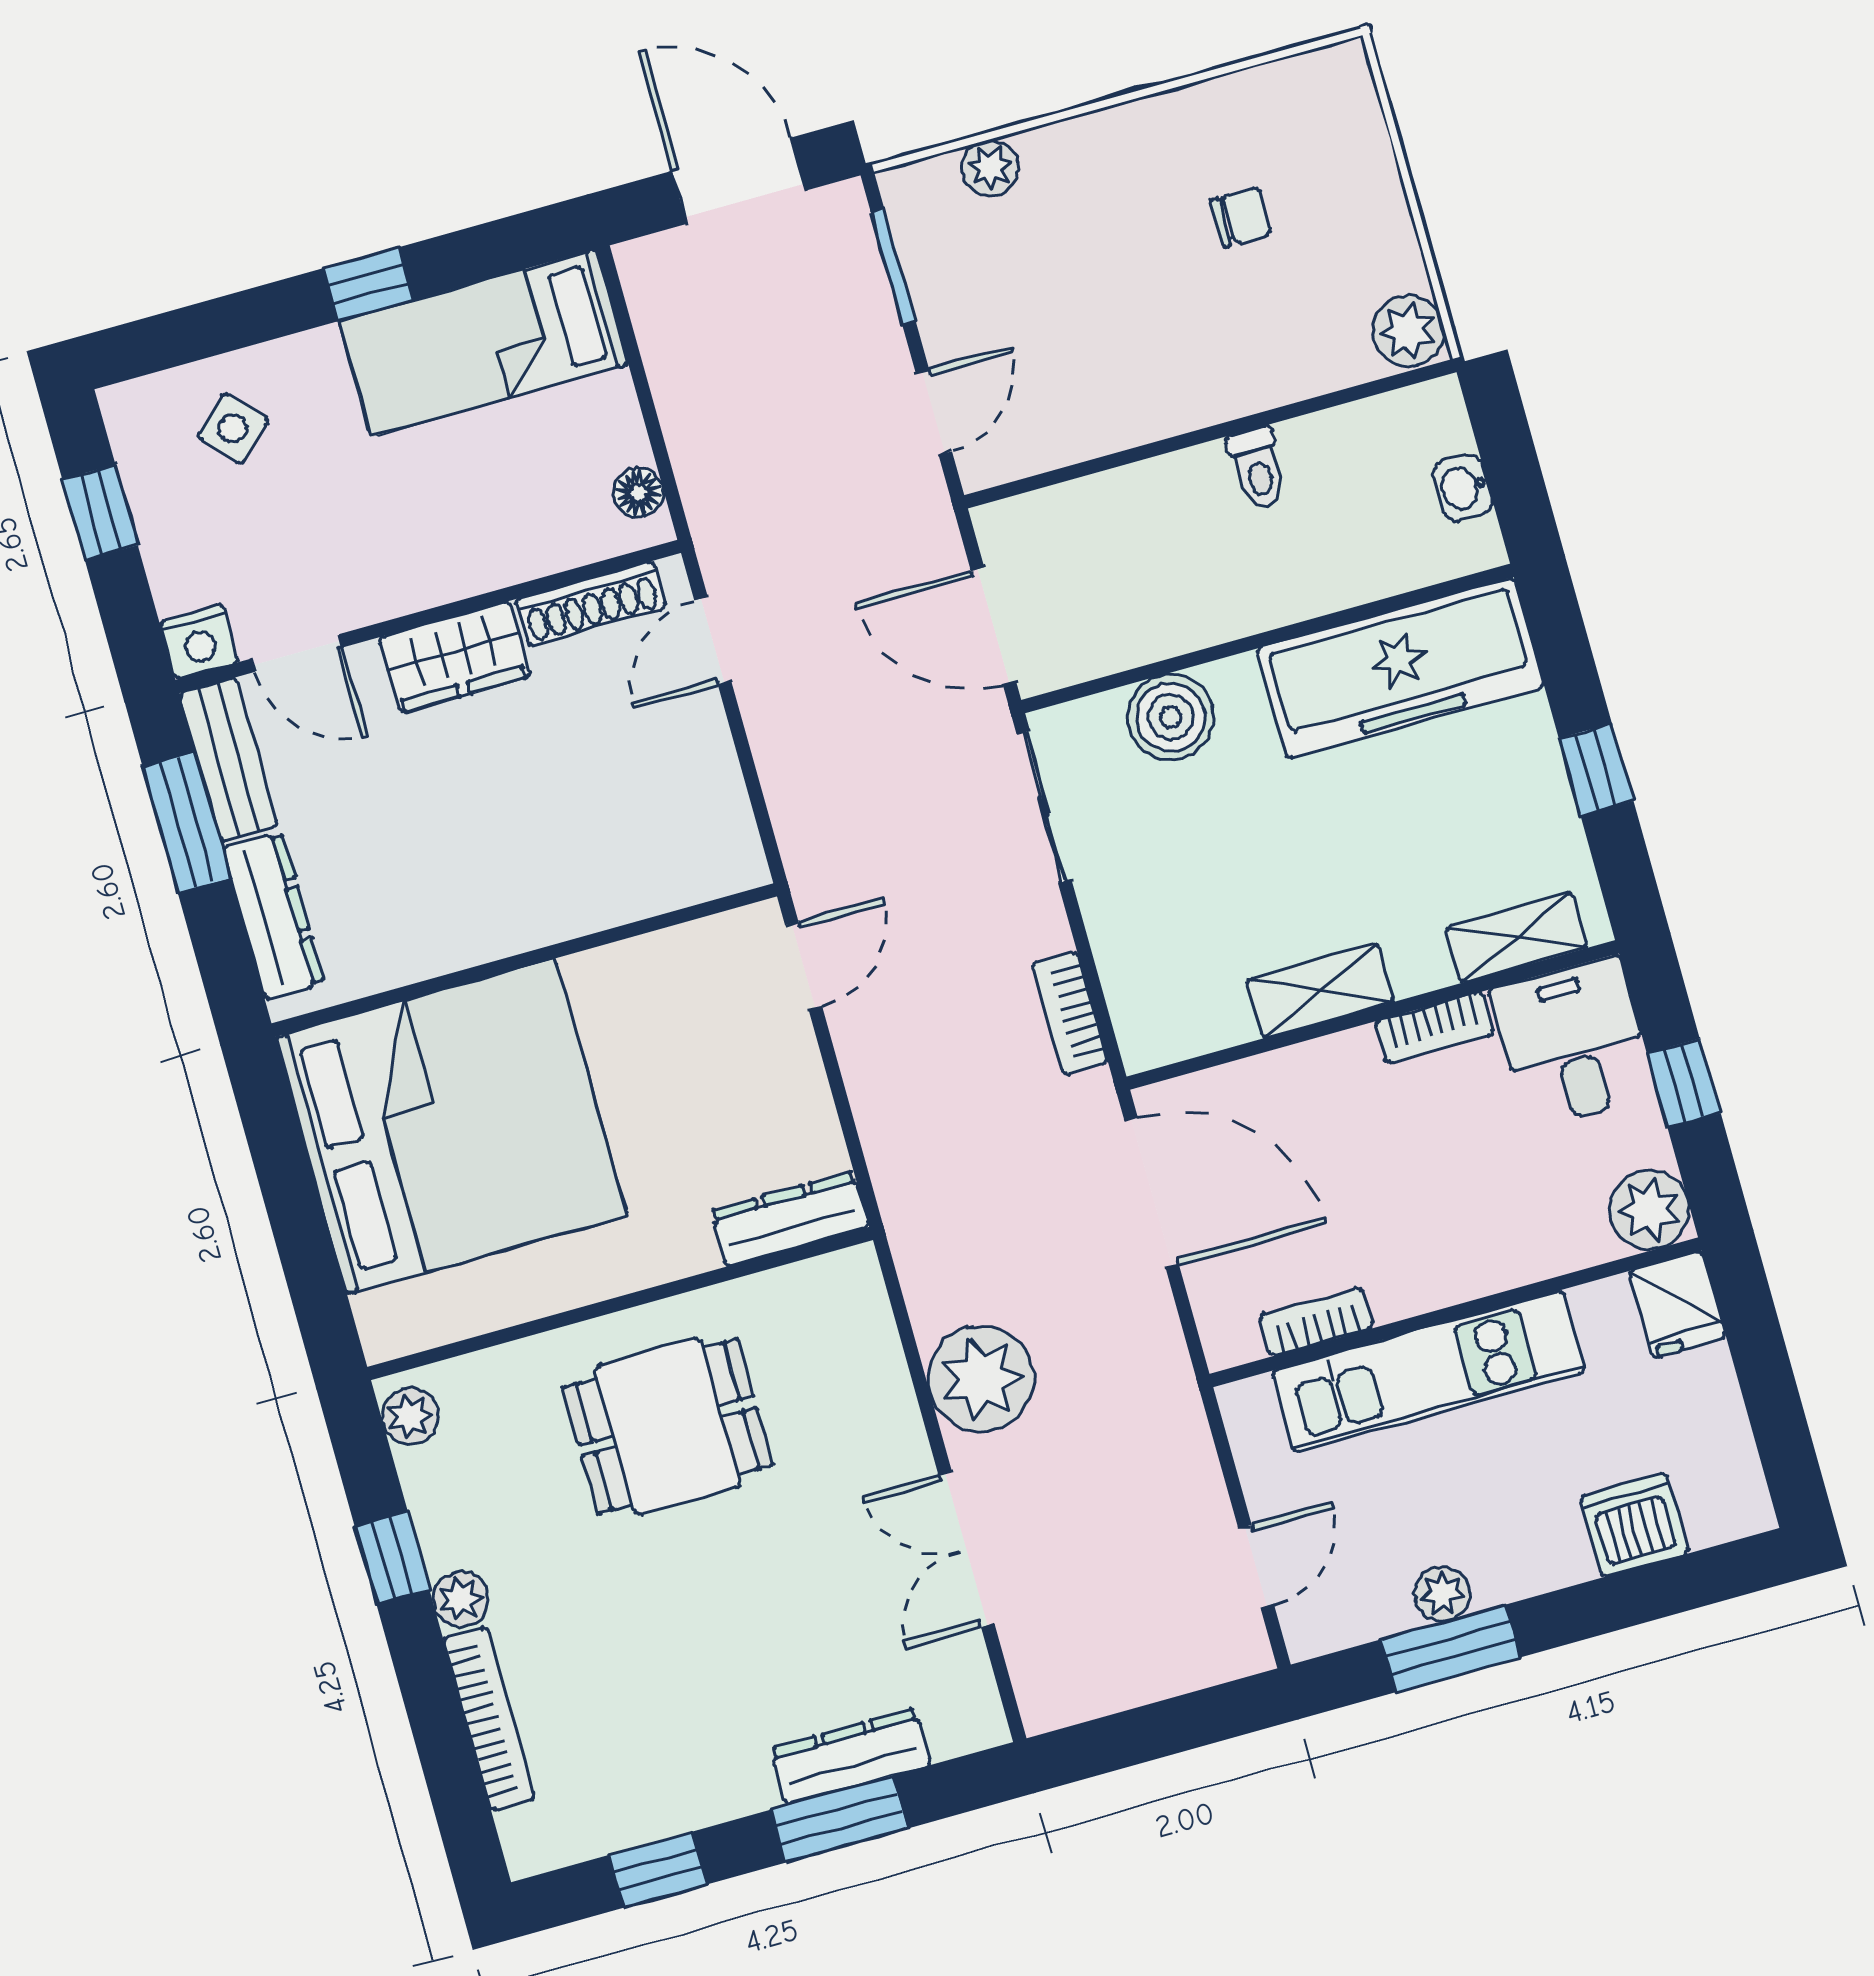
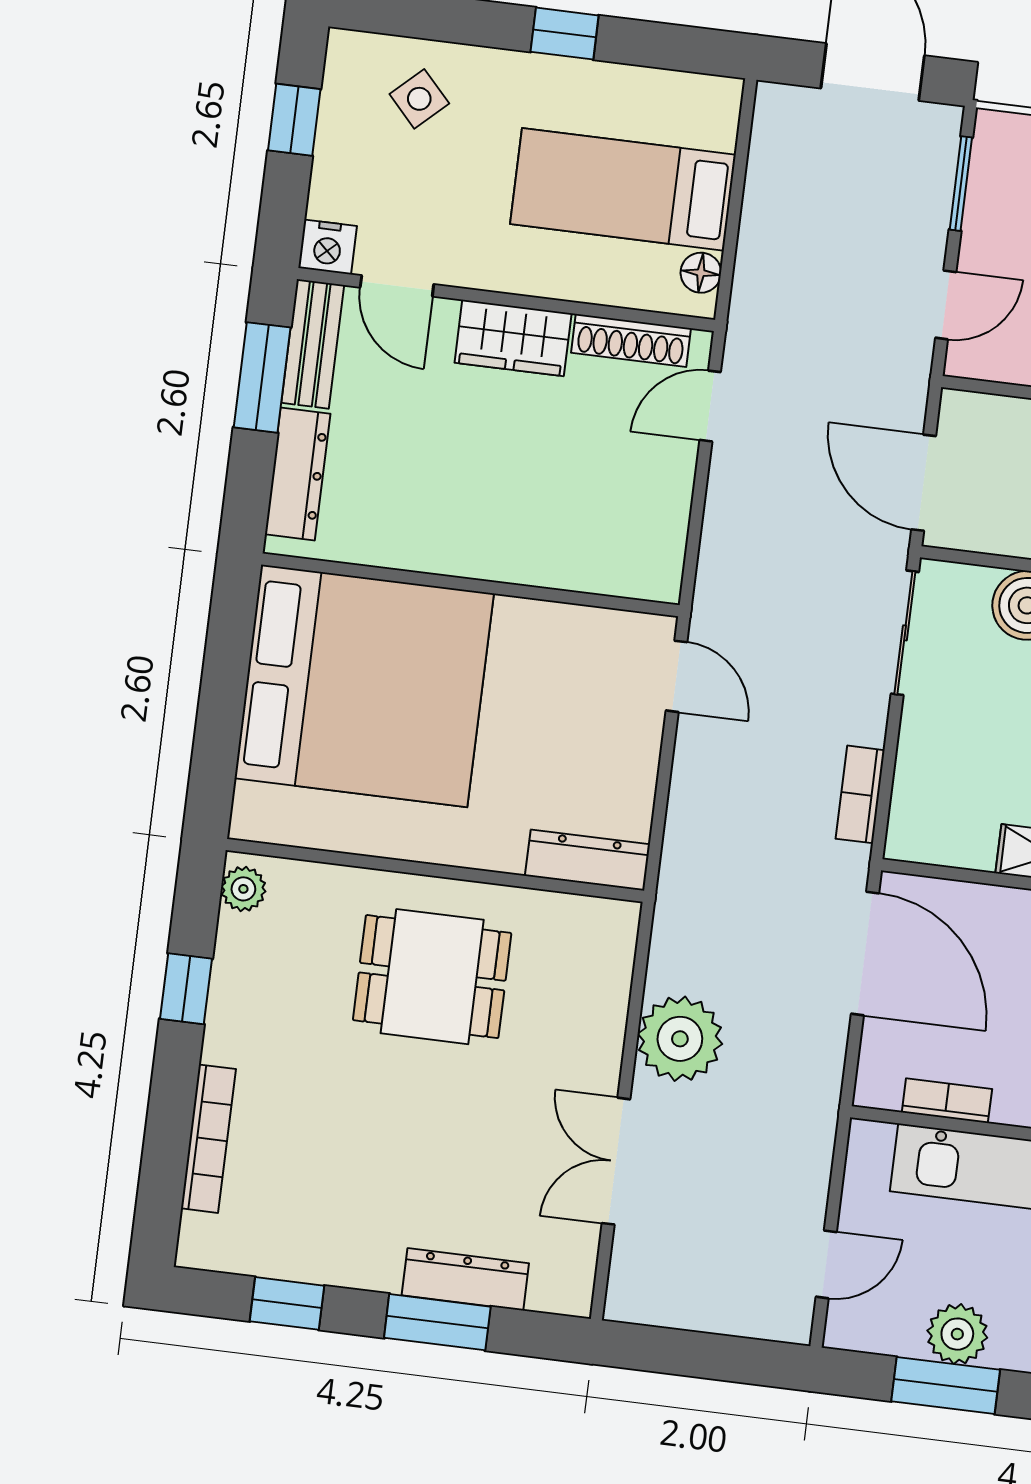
bed: (484, 343) -> (623, 189), moved
door: (804, 966) -> (676, 676), hinge flipped
plant: (1442, 1594) -> (957, 1334), width x1.38, depth x1.38
plant: (461, 1599) -> (224, 1041), removed

